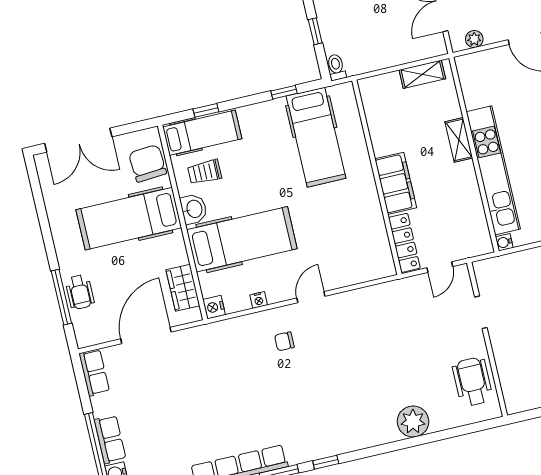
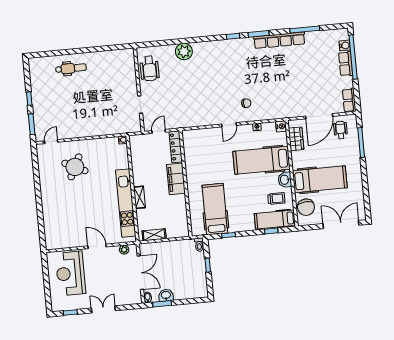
kitchen unit: (493, 170) -> (126, 203), moved
wheelchair: (80, 292) -> (341, 130), moved

